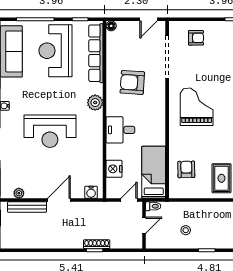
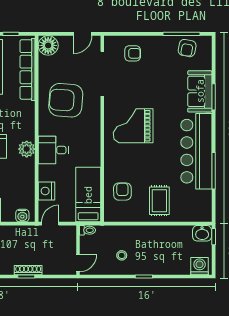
floor lamp: (111, 26) -> (48, 45), width x1.89, depth x1.89
armchair: (132, 82) -> (66, 100), width x1.36, depth x1.36
plant: (95, 103) -> (27, 149), moved
grand piano: (197, 107) -> (133, 126), turned -90
door: (129, 200) -> (50, 224), moved
door: (144, 225) -> (78, 263), moved

